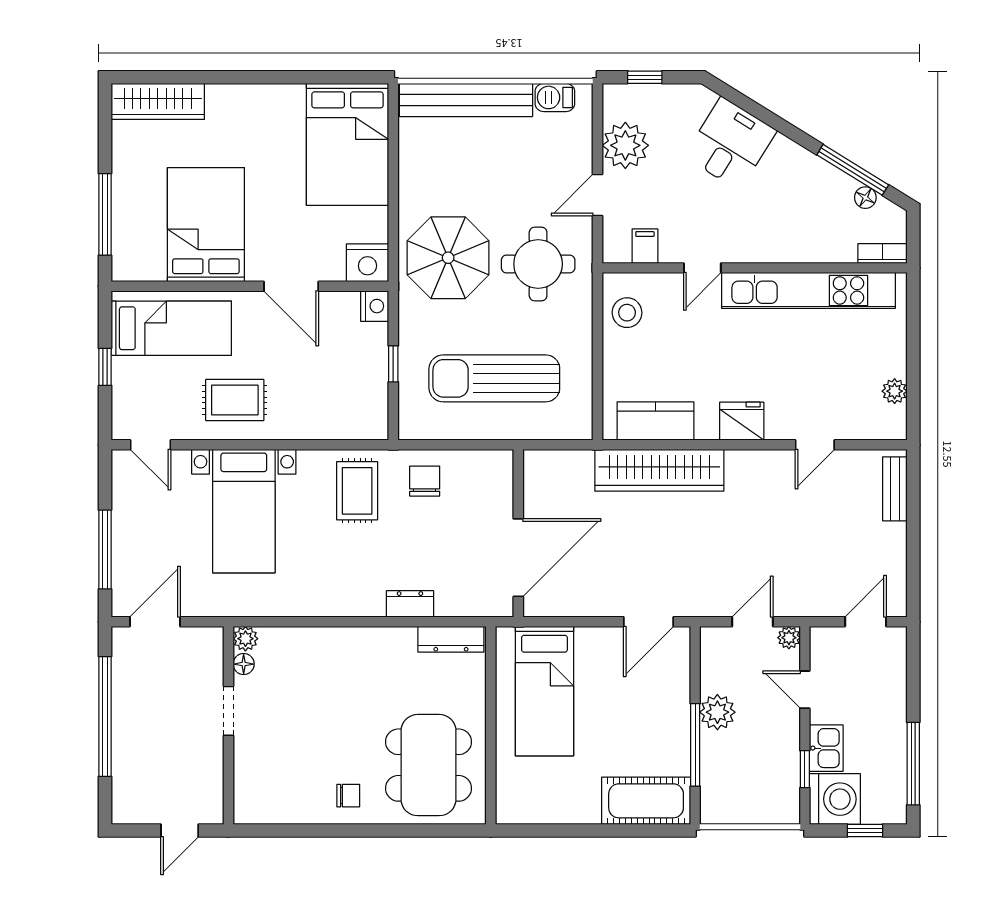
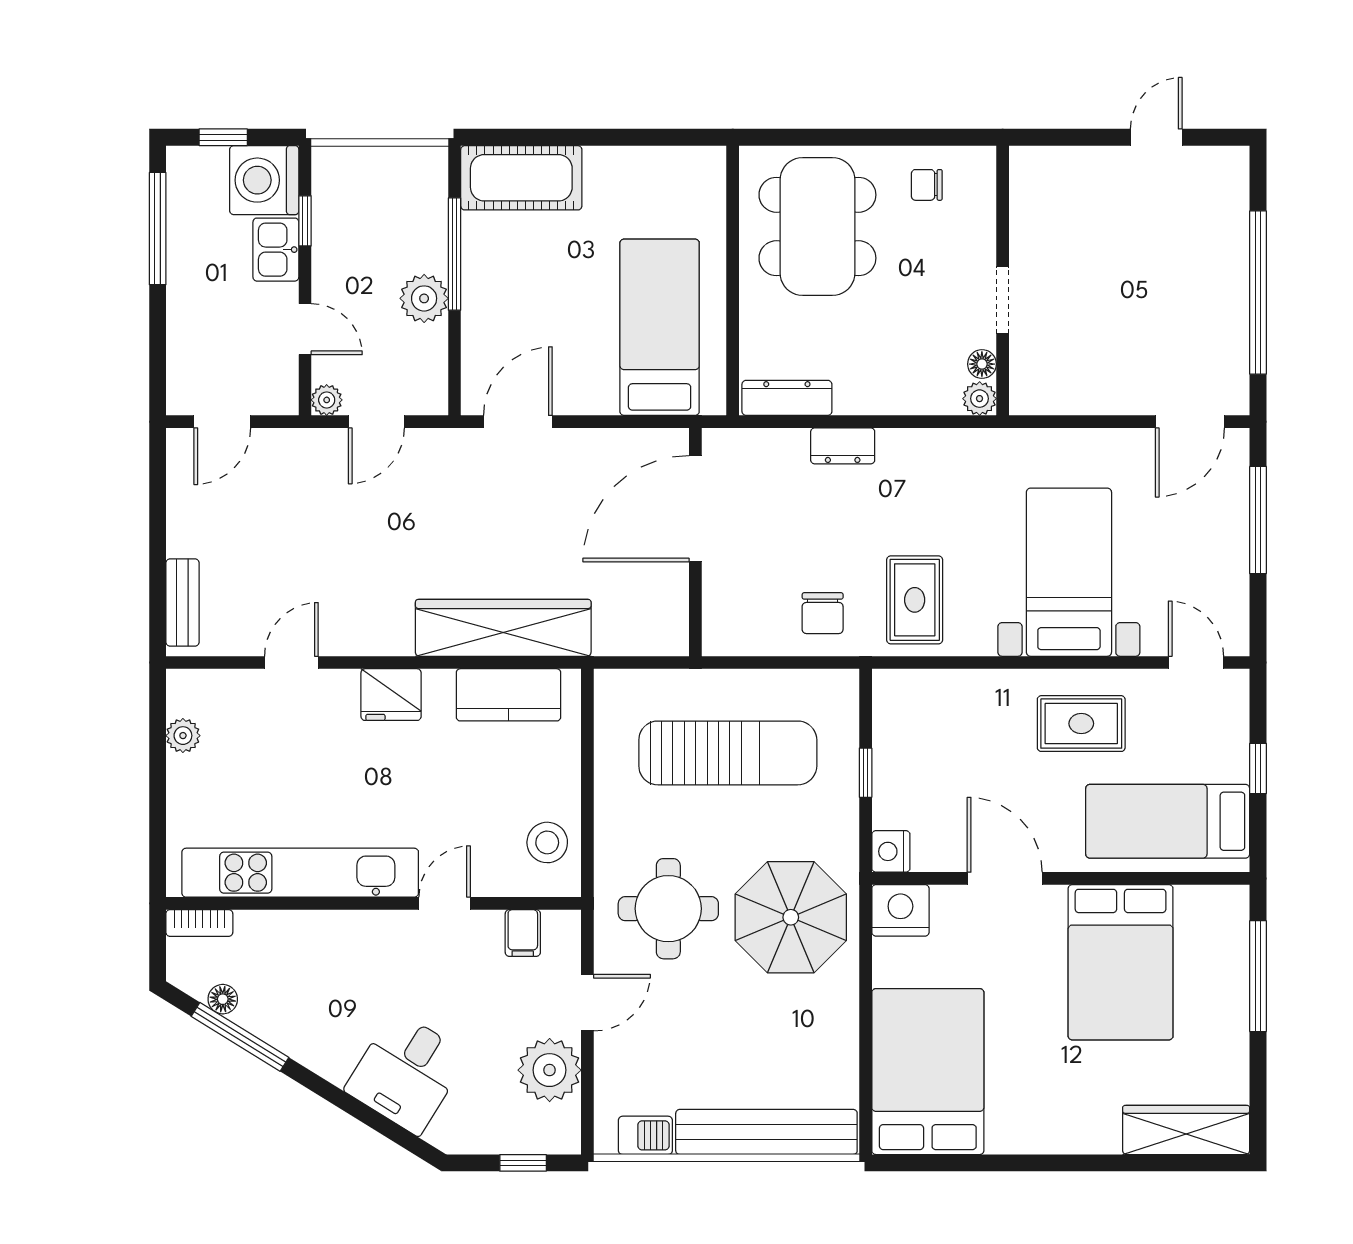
plant: (245, 639) -> (980, 399), moved
floor lamp: (244, 664) -> (982, 364), moved
doorway: (228, 711) -> (1003, 300), moved
wall: (228, 725) -> (1003, 280), moved

